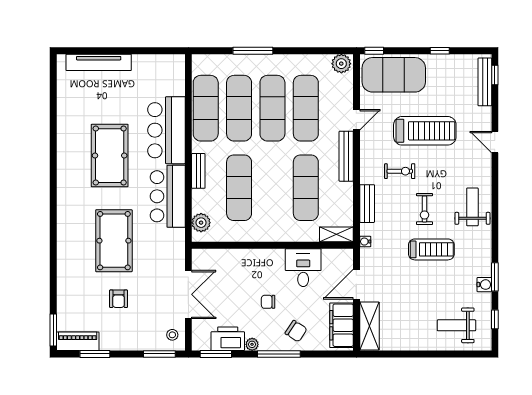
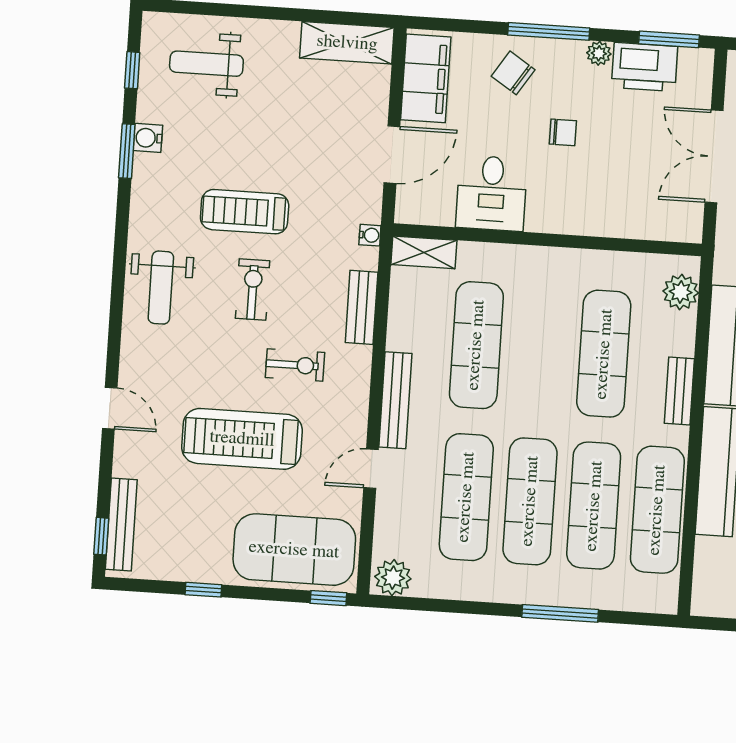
exercise bike: (400, 171) -> (295, 365), turned 180
weight bench: (456, 325) -> (206, 64), turned 180
shelving: (369, 326) -> (347, 43), moved, turned 90

